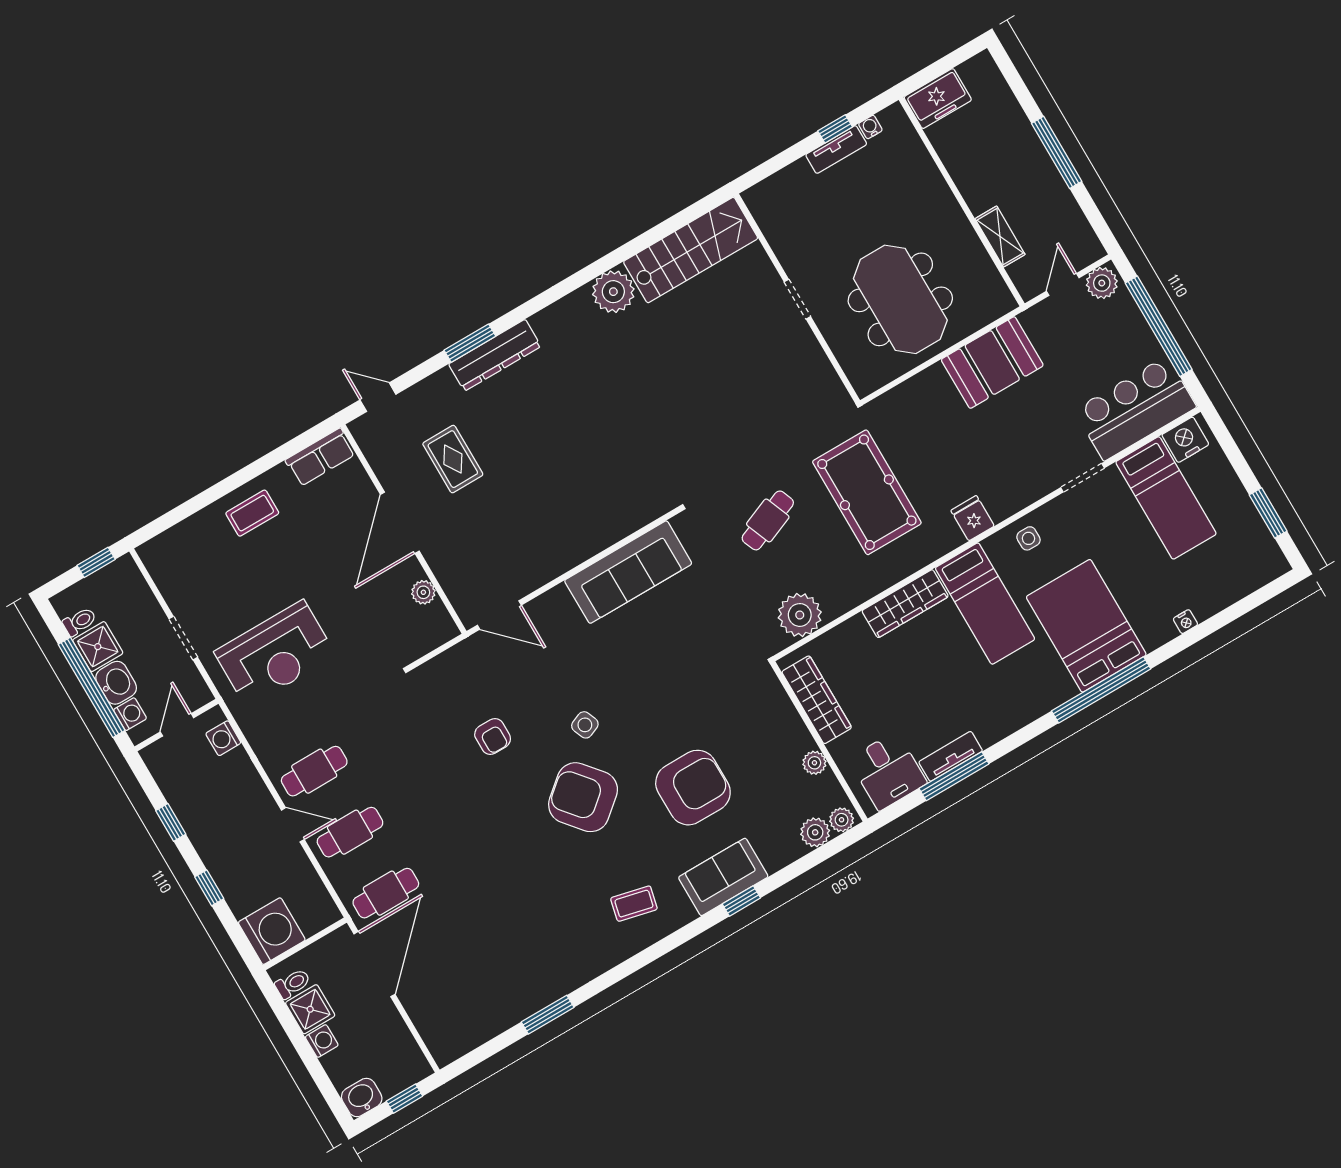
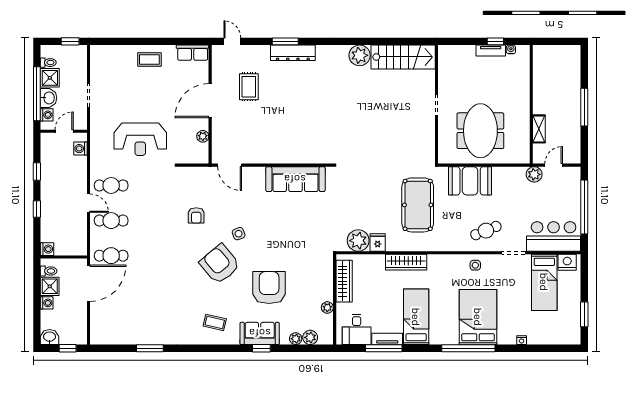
freezer: (938, 99) -> (547, 54), removed
plant: (1102, 283) -> (534, 174), moved
booth: (992, 363) -> (470, 181), moved
fridge: (973, 518) -> (378, 242), moved
cafe table: (768, 520) -> (486, 231), moved
bed: (985, 604) -> (416, 317), moved, turned 180
reception desk: (275, 654) -> (140, 139), moved
armchair: (693, 788) -> (269, 288), turned -90
plant: (842, 820) -> (296, 339), moved
washing machine: (272, 931) -> (47, 249), width x0.53, depth x0.53

